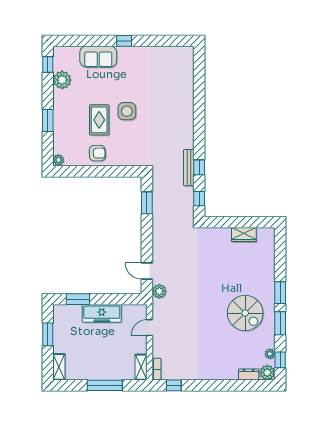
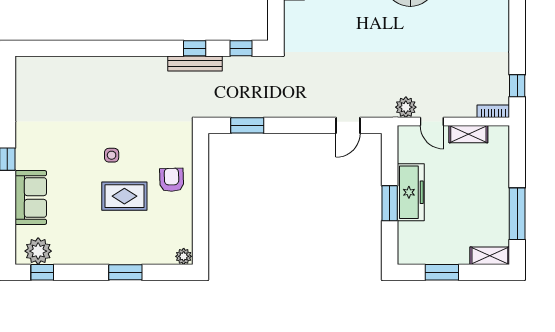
plant: (62, 80) -> (38, 251), moved
side table: (127, 111) -> (112, 155), width x0.54, depth x0.54
armchair: (97, 153) -> (172, 180), moved
plant: (159, 291) -> (406, 107), moved
window: (78, 299) -> (390, 203), moved
shelving: (141, 367) -> (468, 134), moved
window: (105, 385) -> (517, 214), moved

